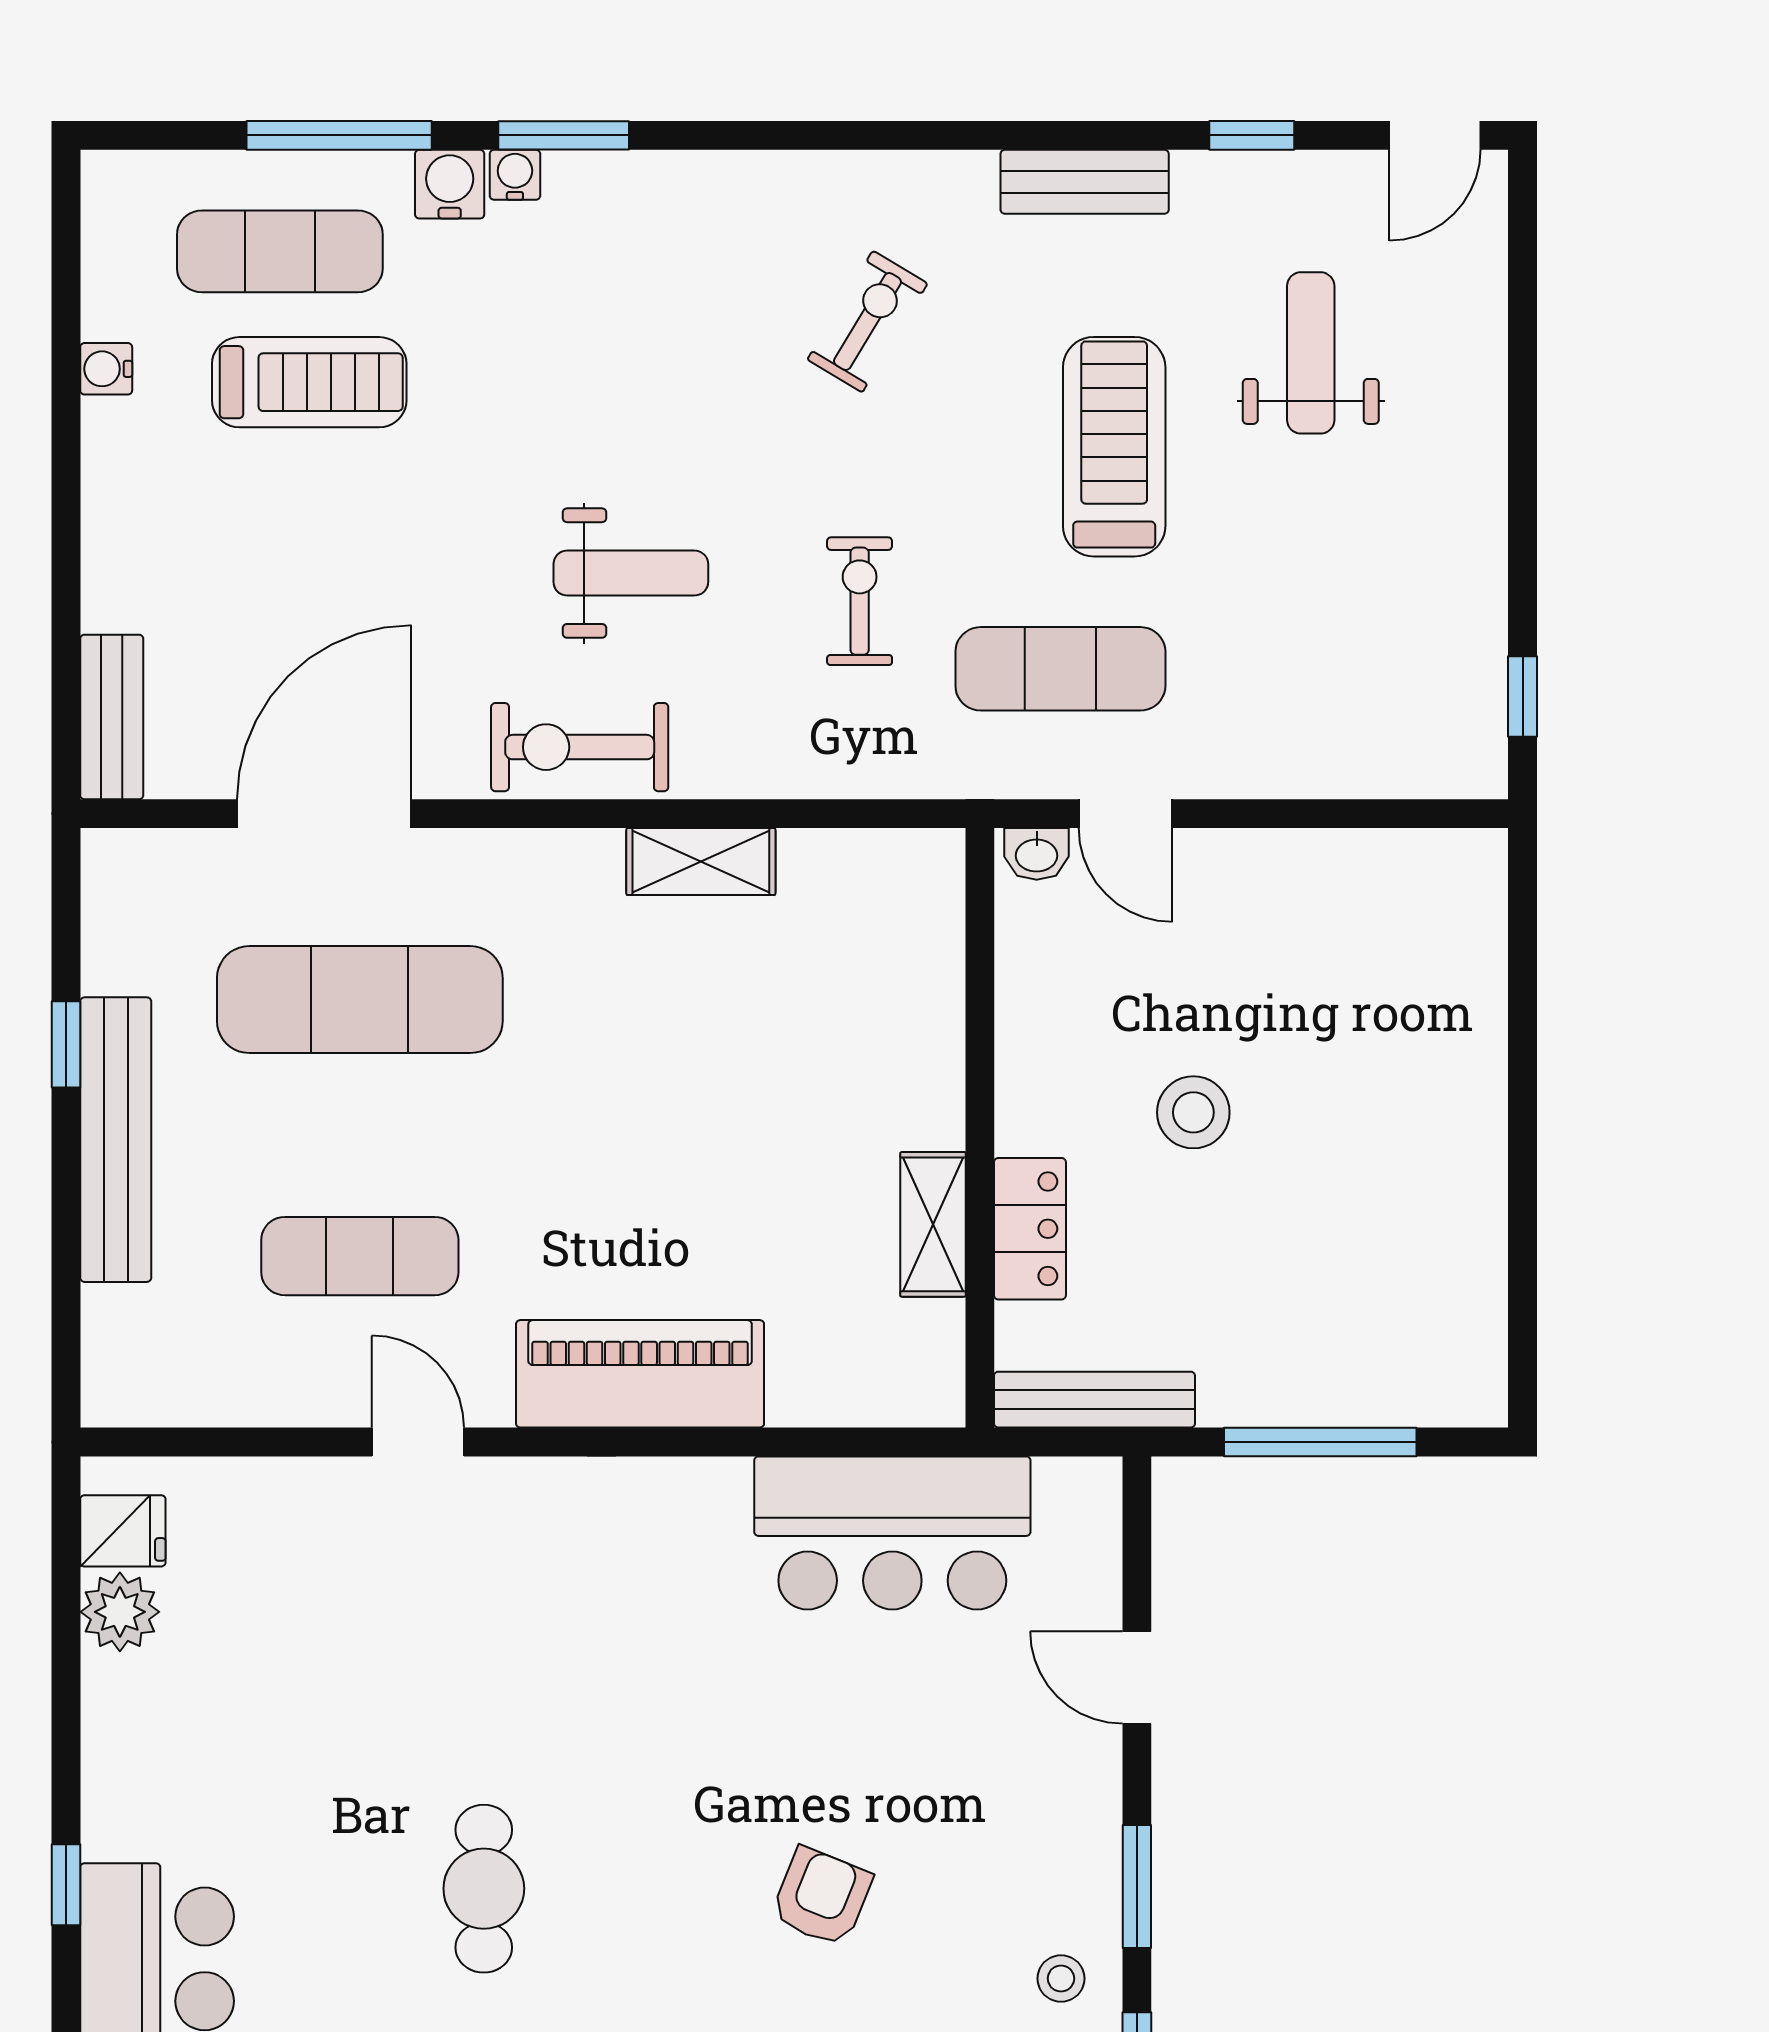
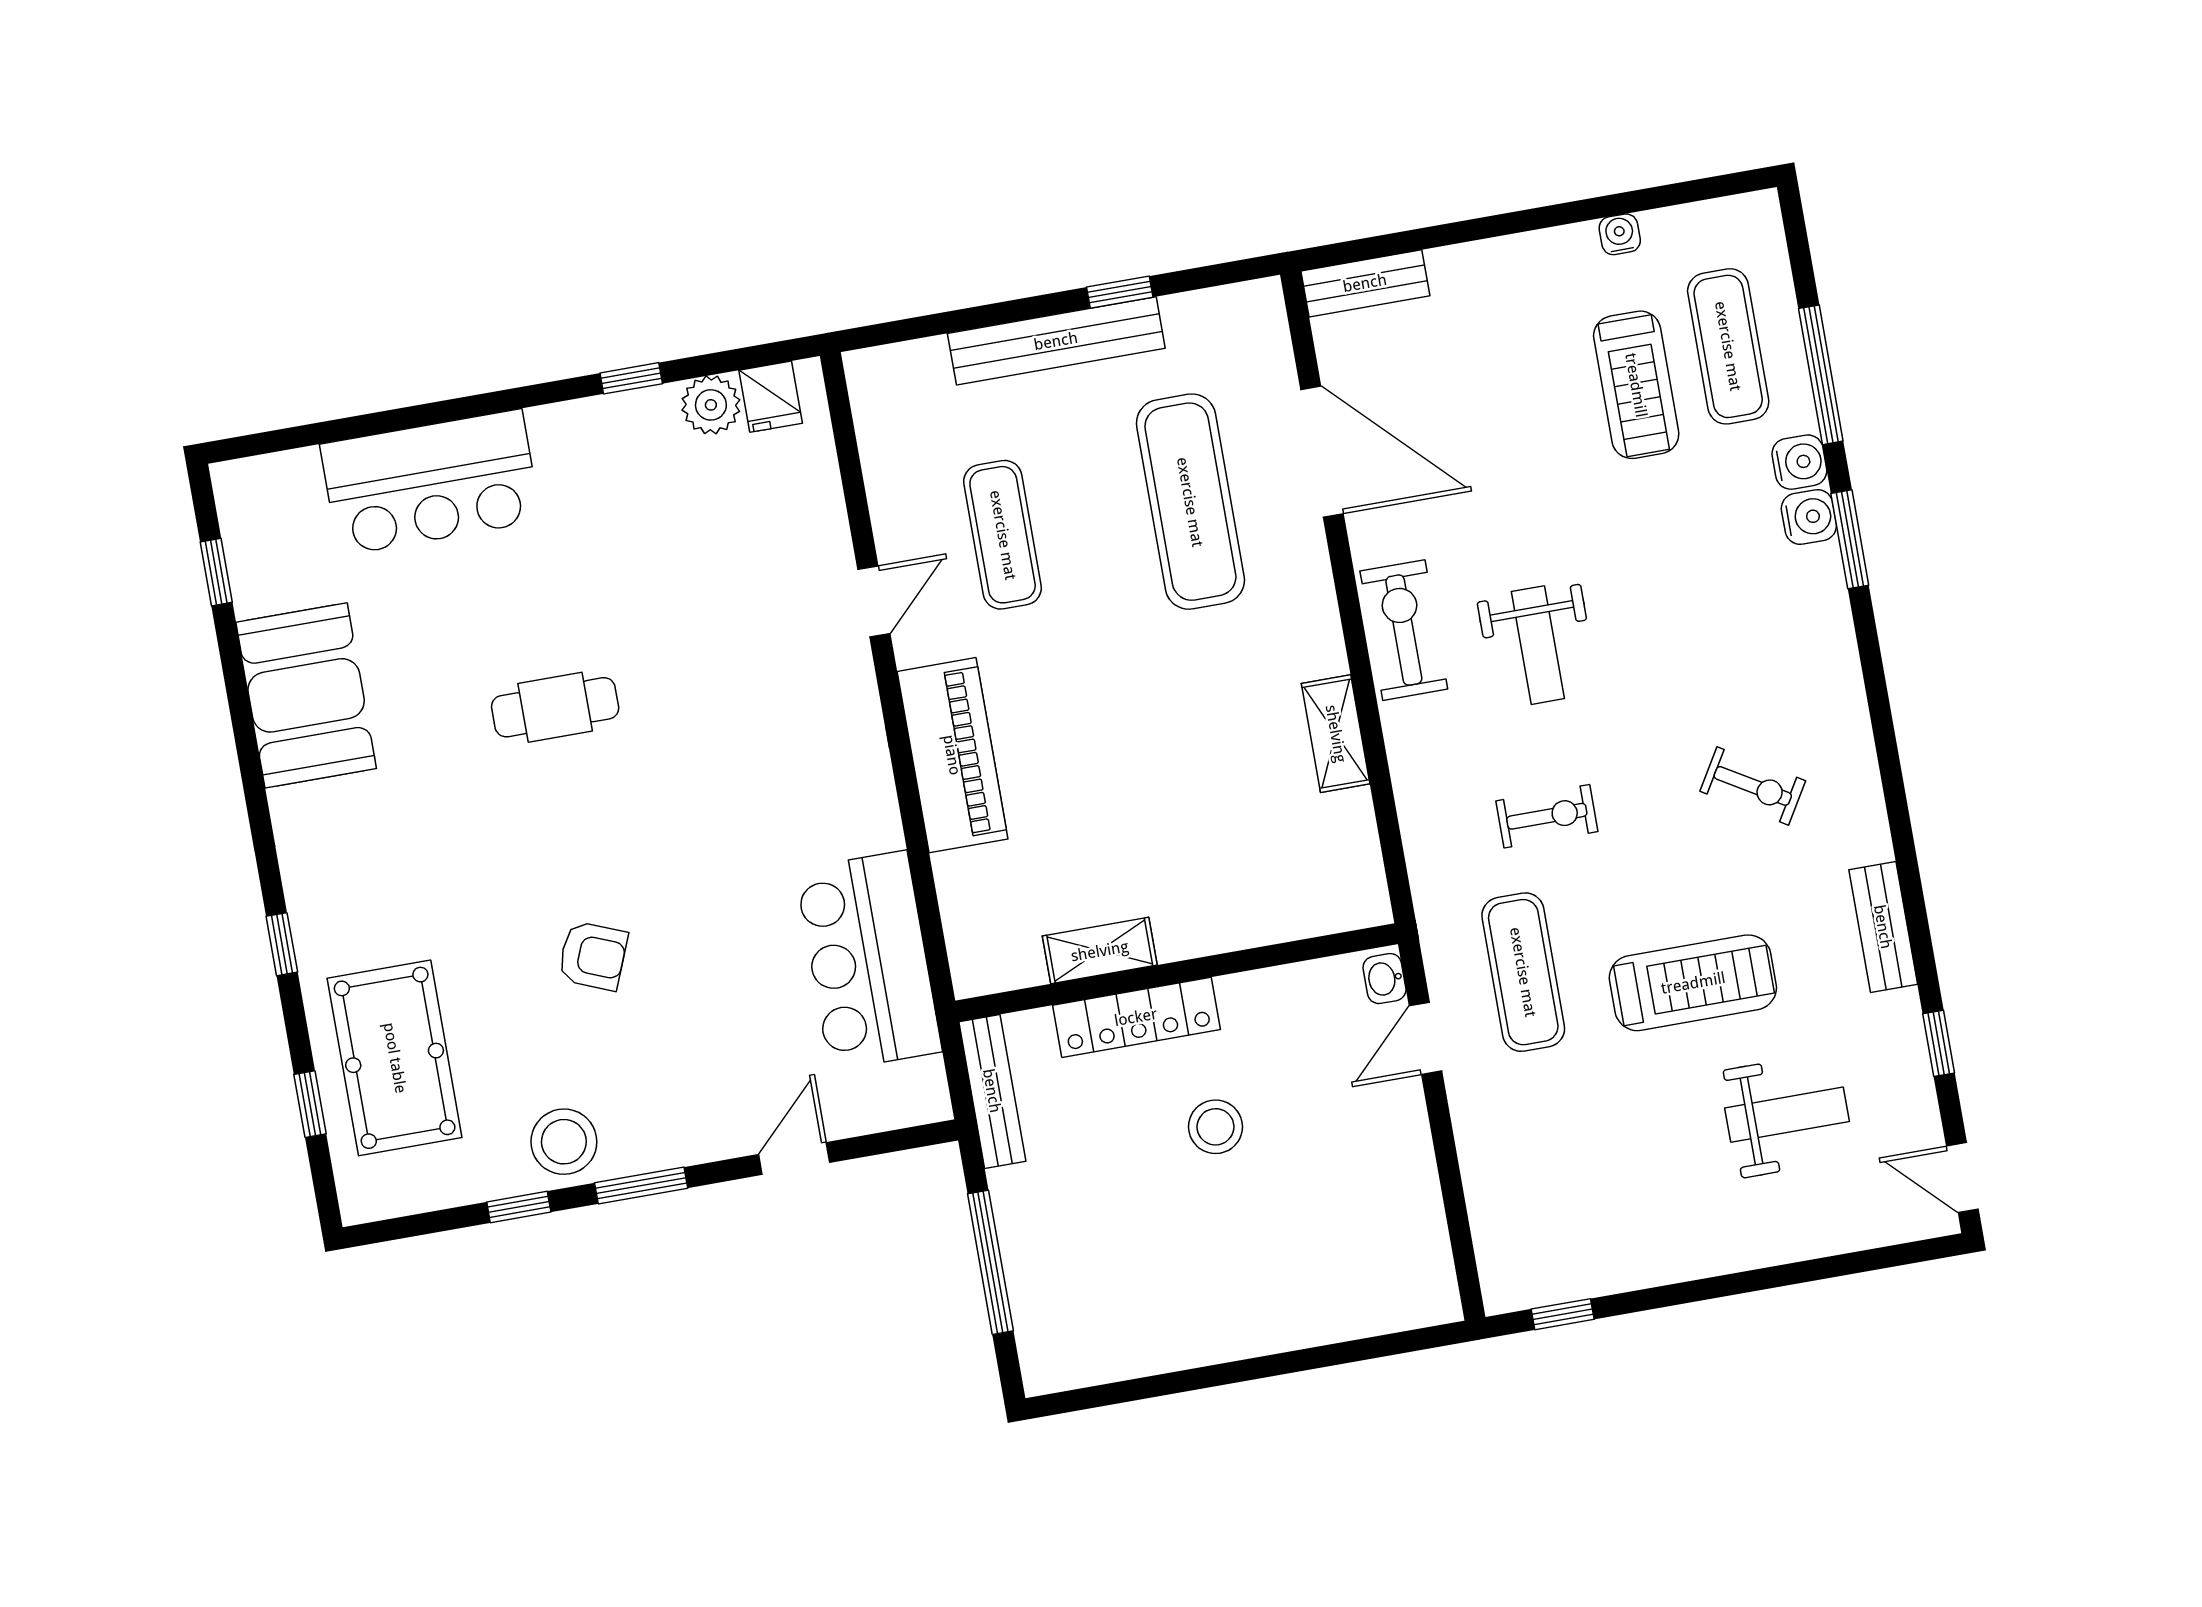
water cooler: (515, 175) -> (1809, 517), width x1.38, depth x1.38
locker: (1030, 1229) -> (1136, 1017), width x1.53
window: (66, 1885) -> (631, 378), moved
stool: (1061, 1979) -> (564, 1142), width x1.89, depth x1.89

